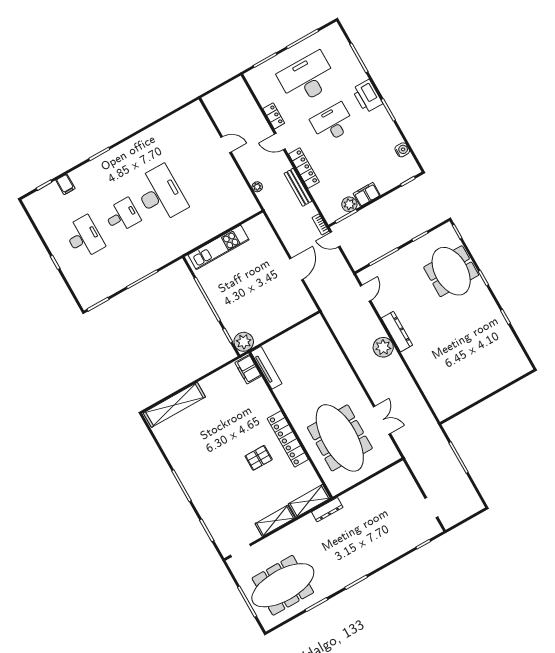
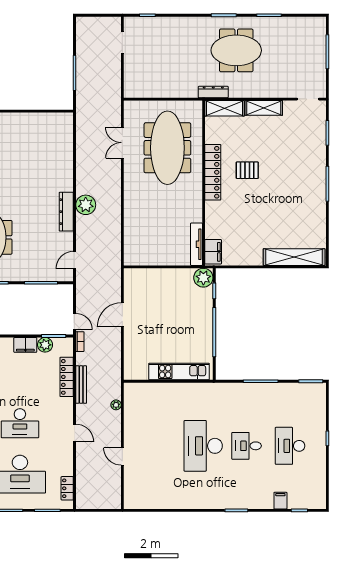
locker: (274, 116) -> (67, 488), moved
locker: (304, 168) -> (67, 377), moved
meeting table: (283, 585) -> (236, 50), moved, width x0.73

